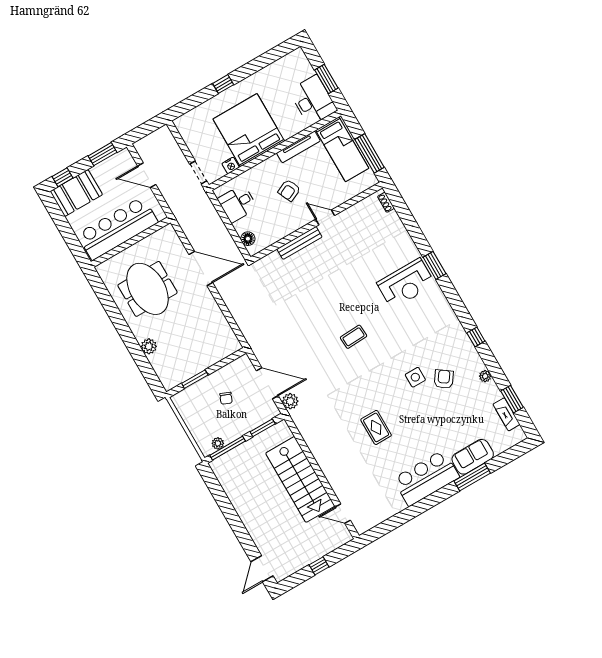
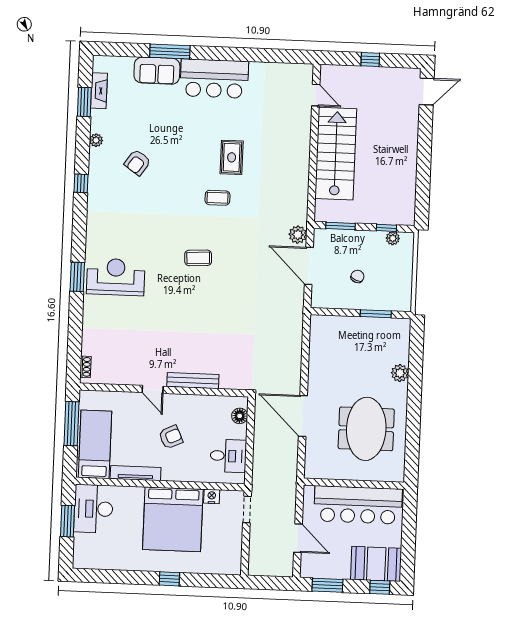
side table: (415, 377) -> (163, 182), removed
coffee table: (367, 391) -> (218, 198), added
window: (228, 448) -> (386, 228), width x0.46

